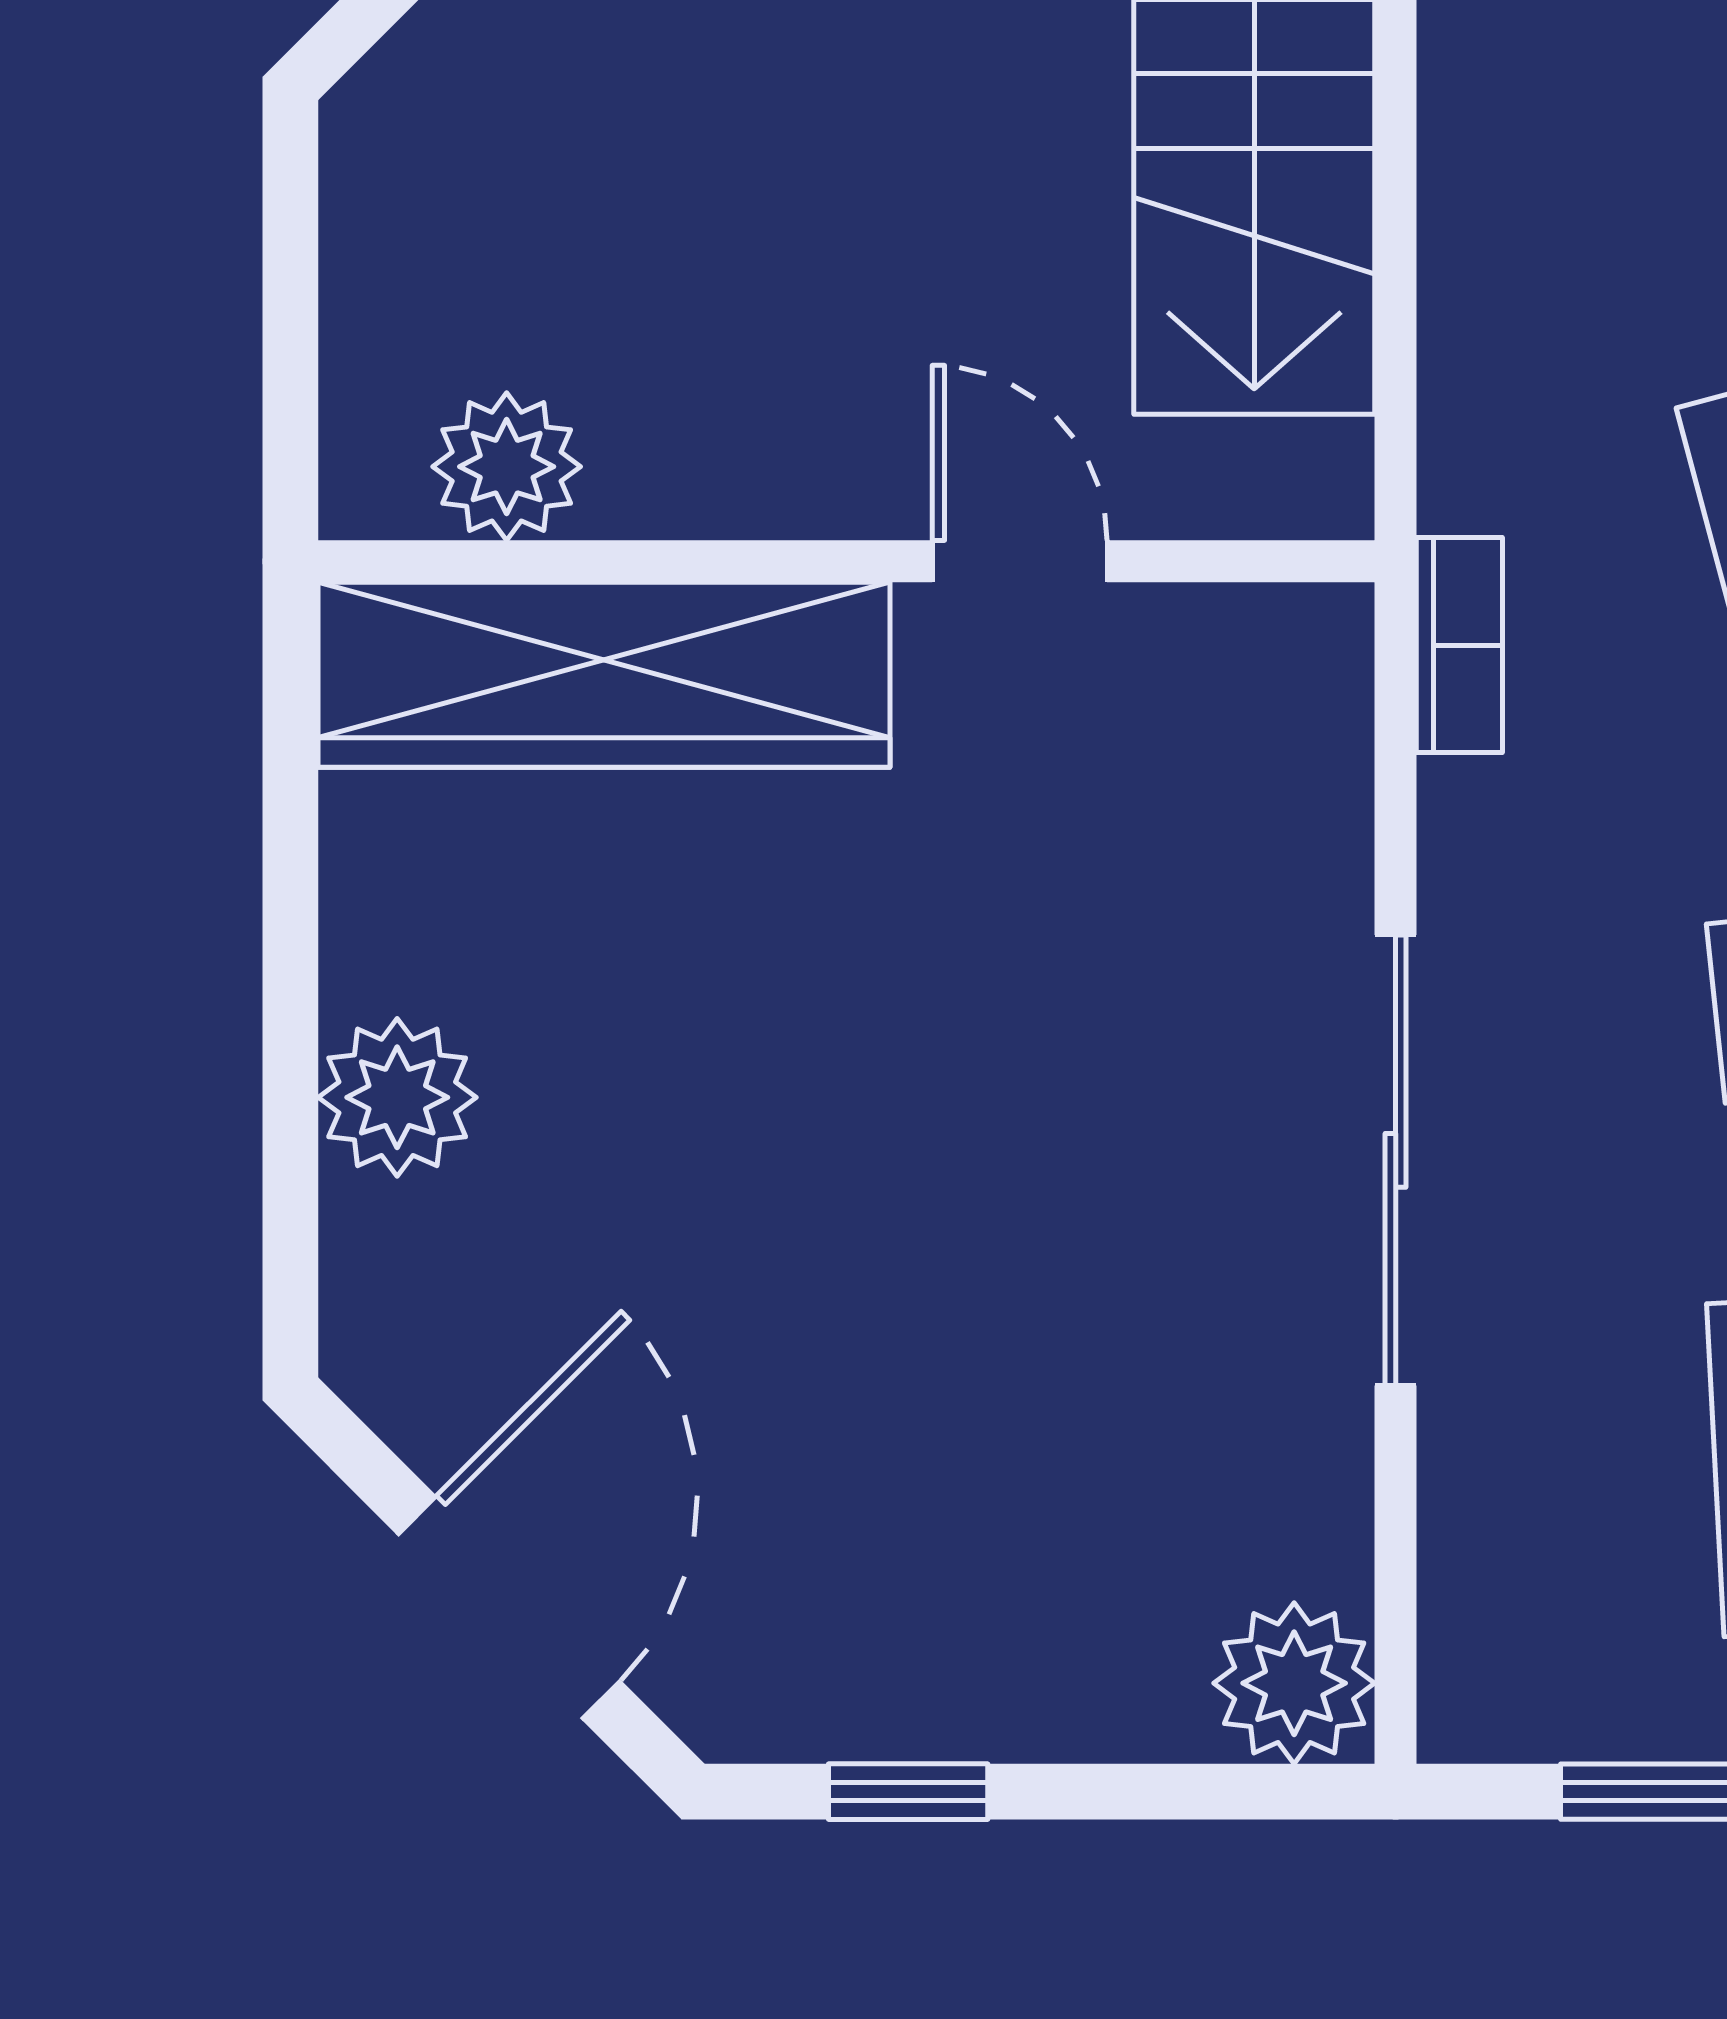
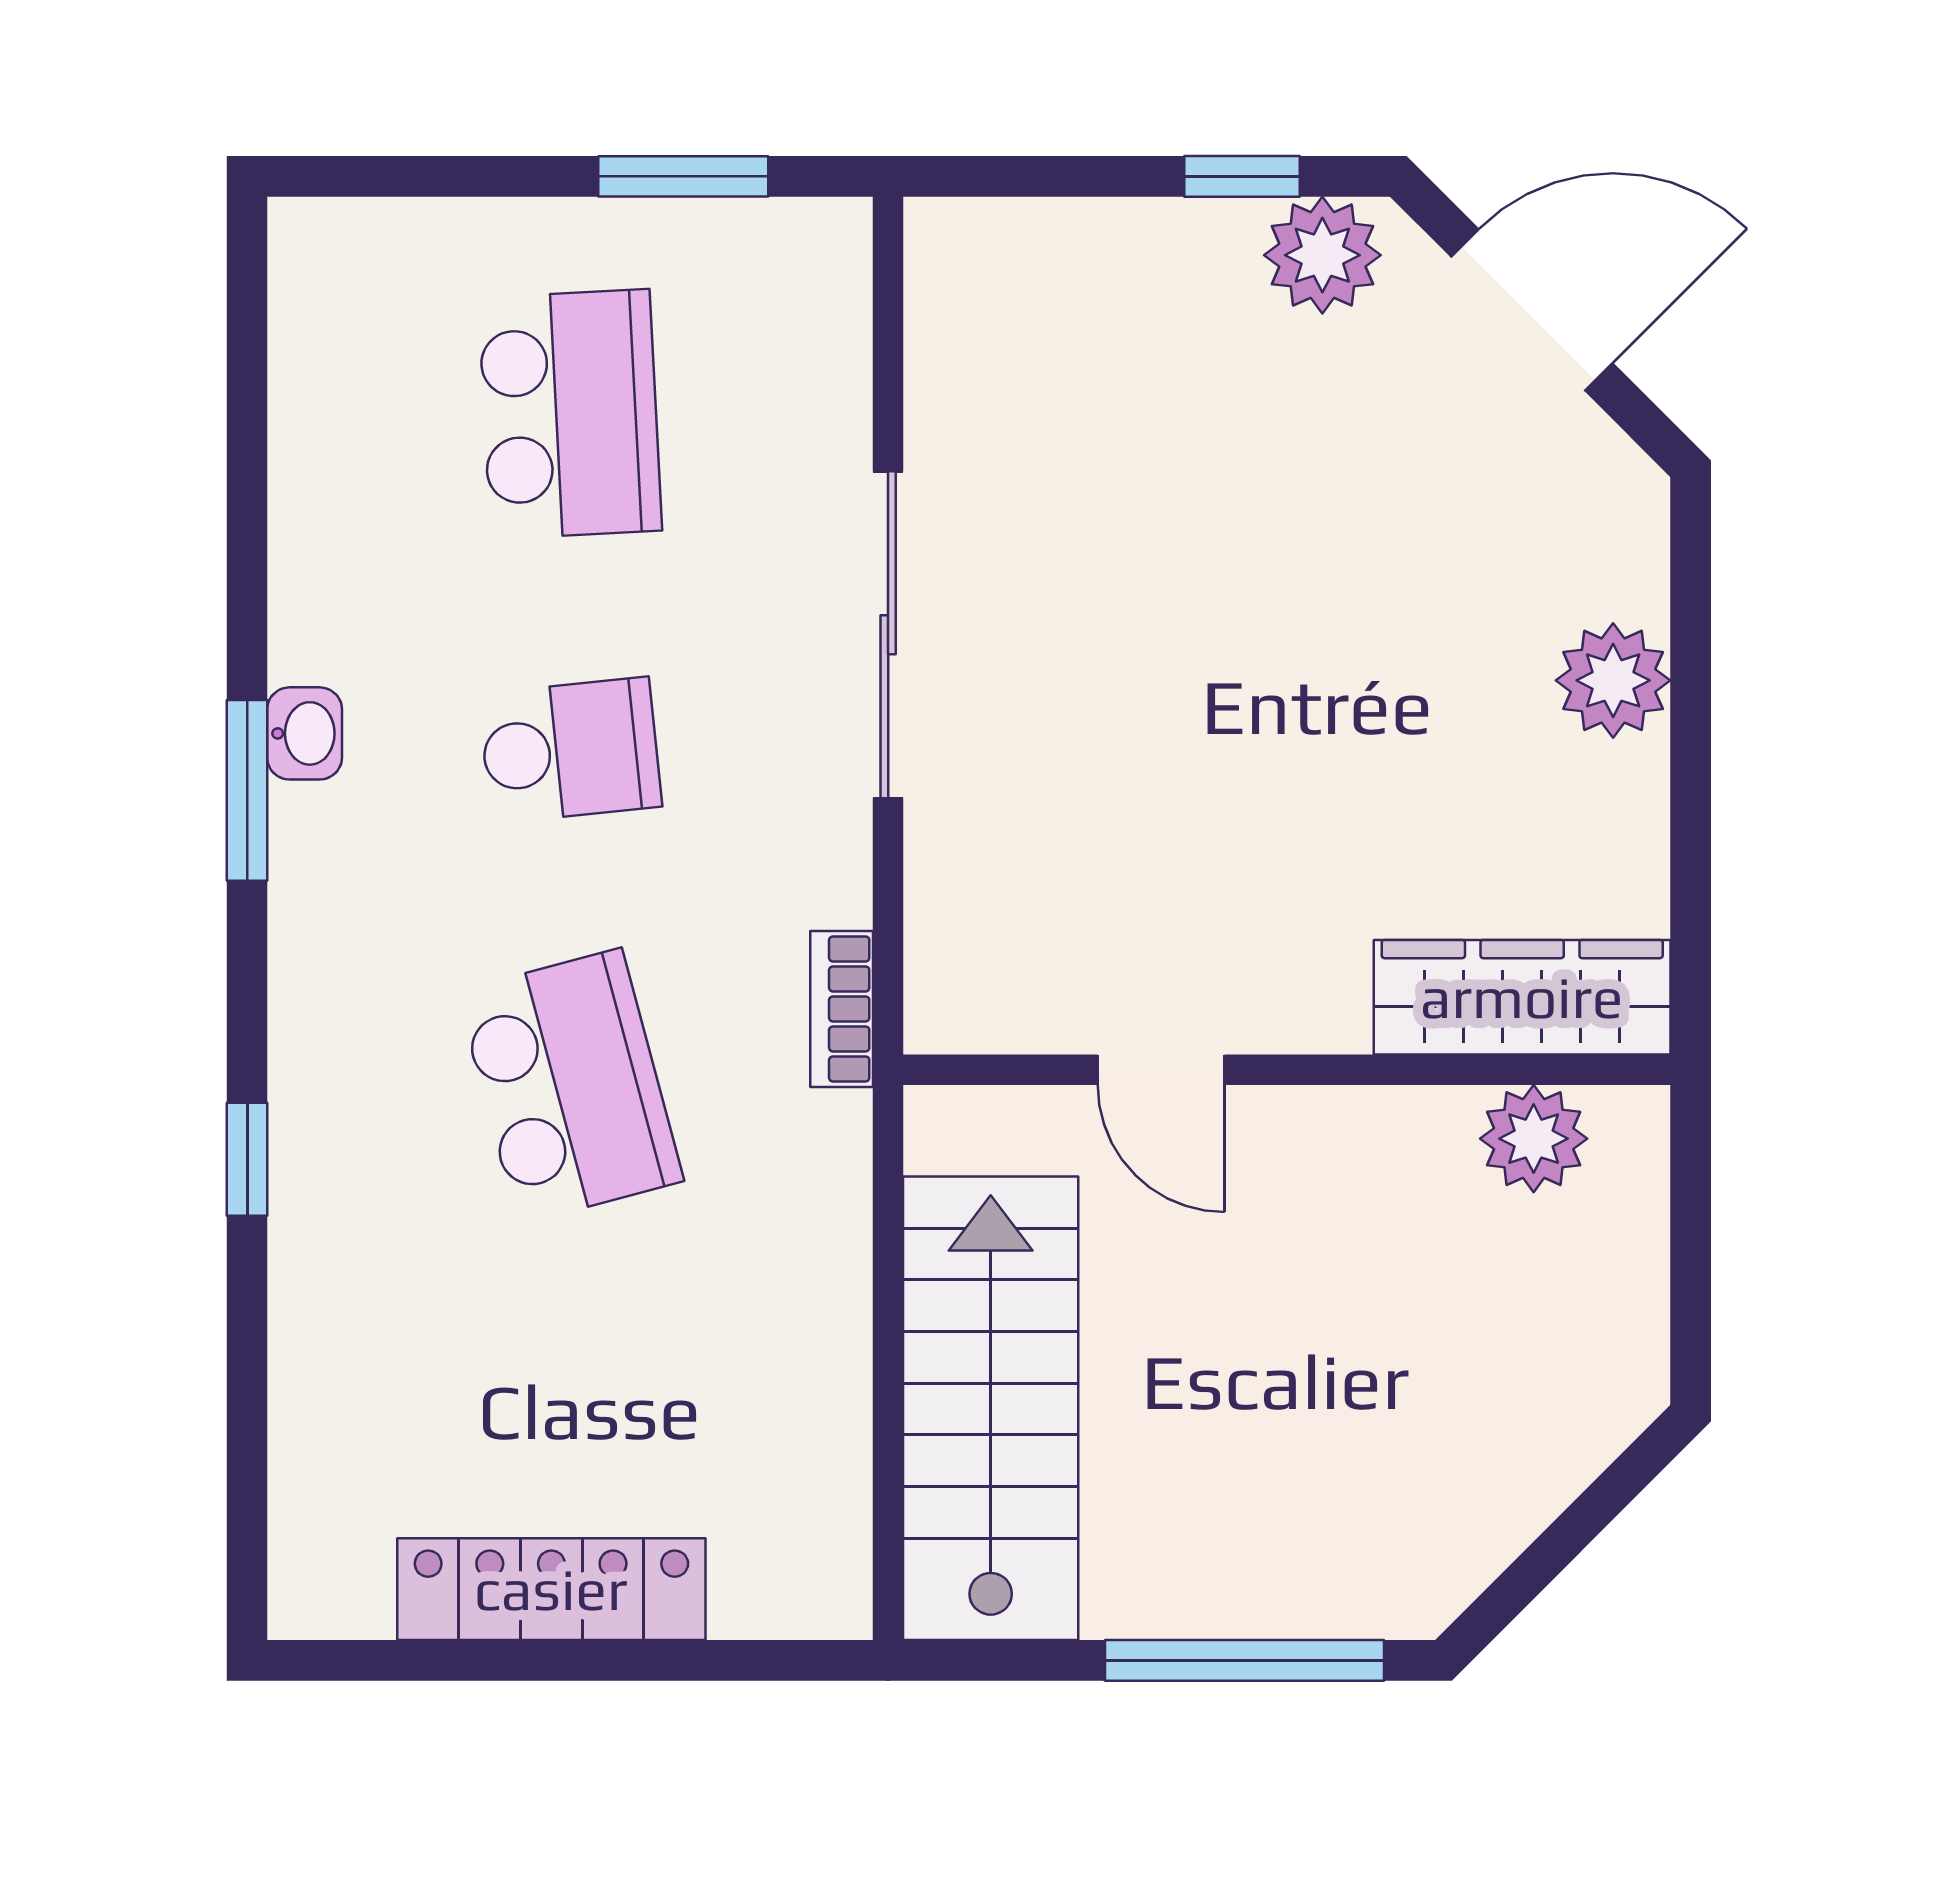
wardrobe: (604, 675) -> (1522, 997), width x0.71, depth x0.85
door: (509, 1608) -> (1532, 310), swing flipped
plant: (1294, 1683) -> (1322, 255), moved

